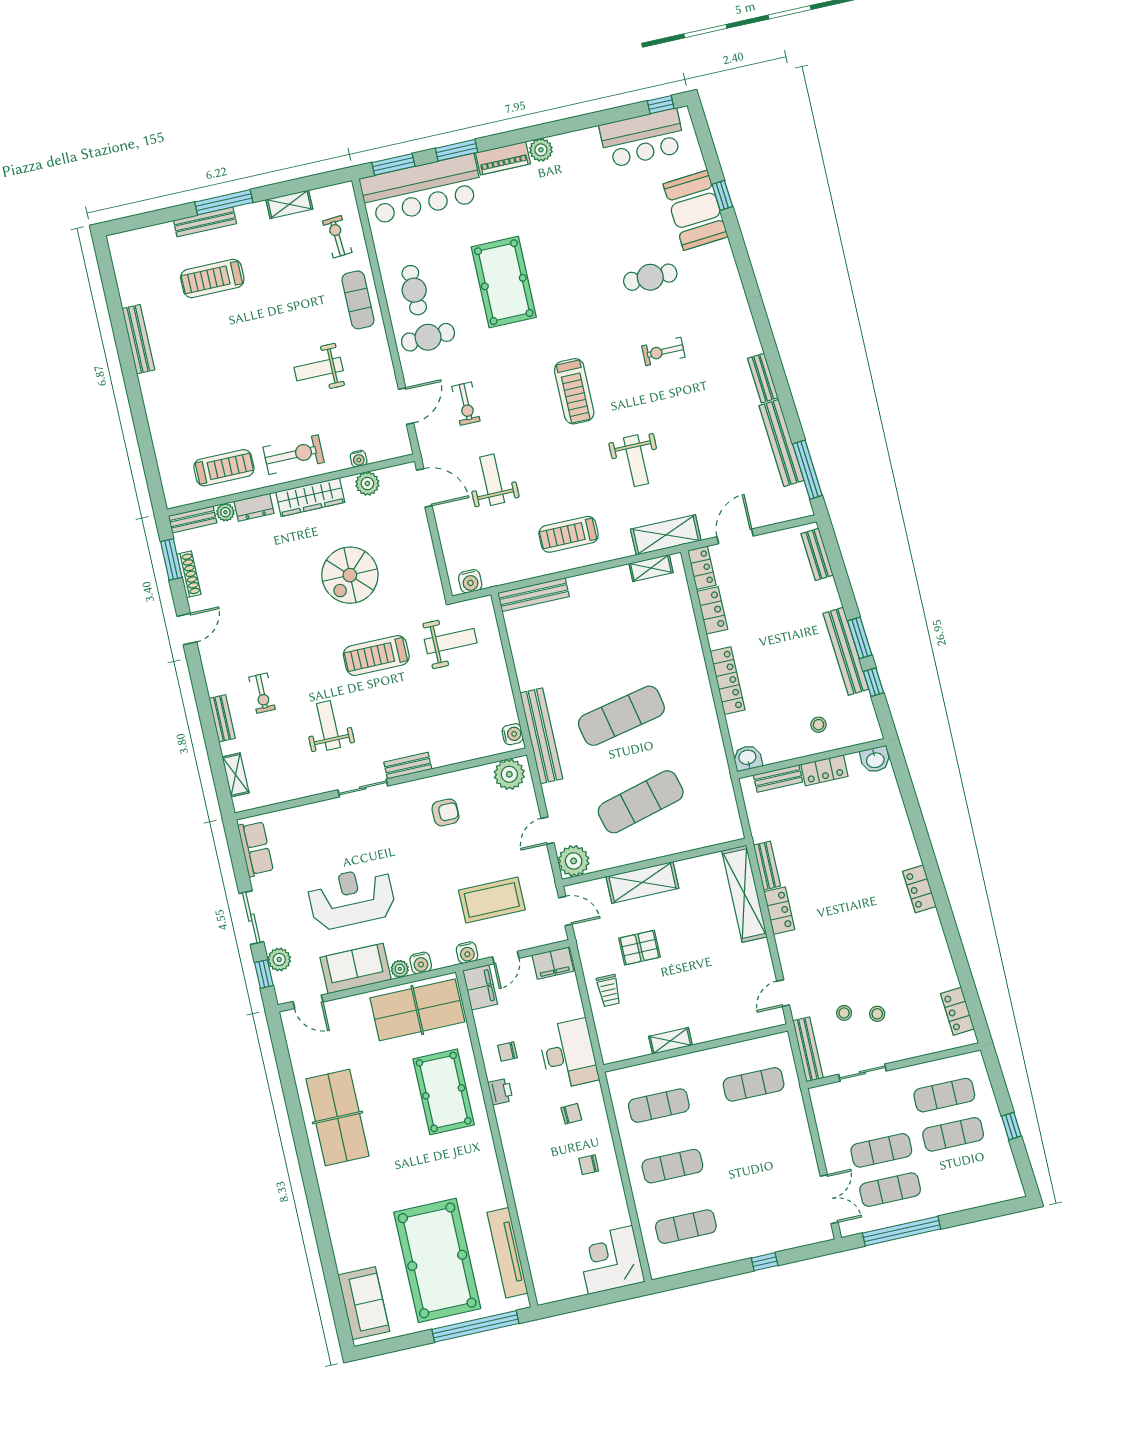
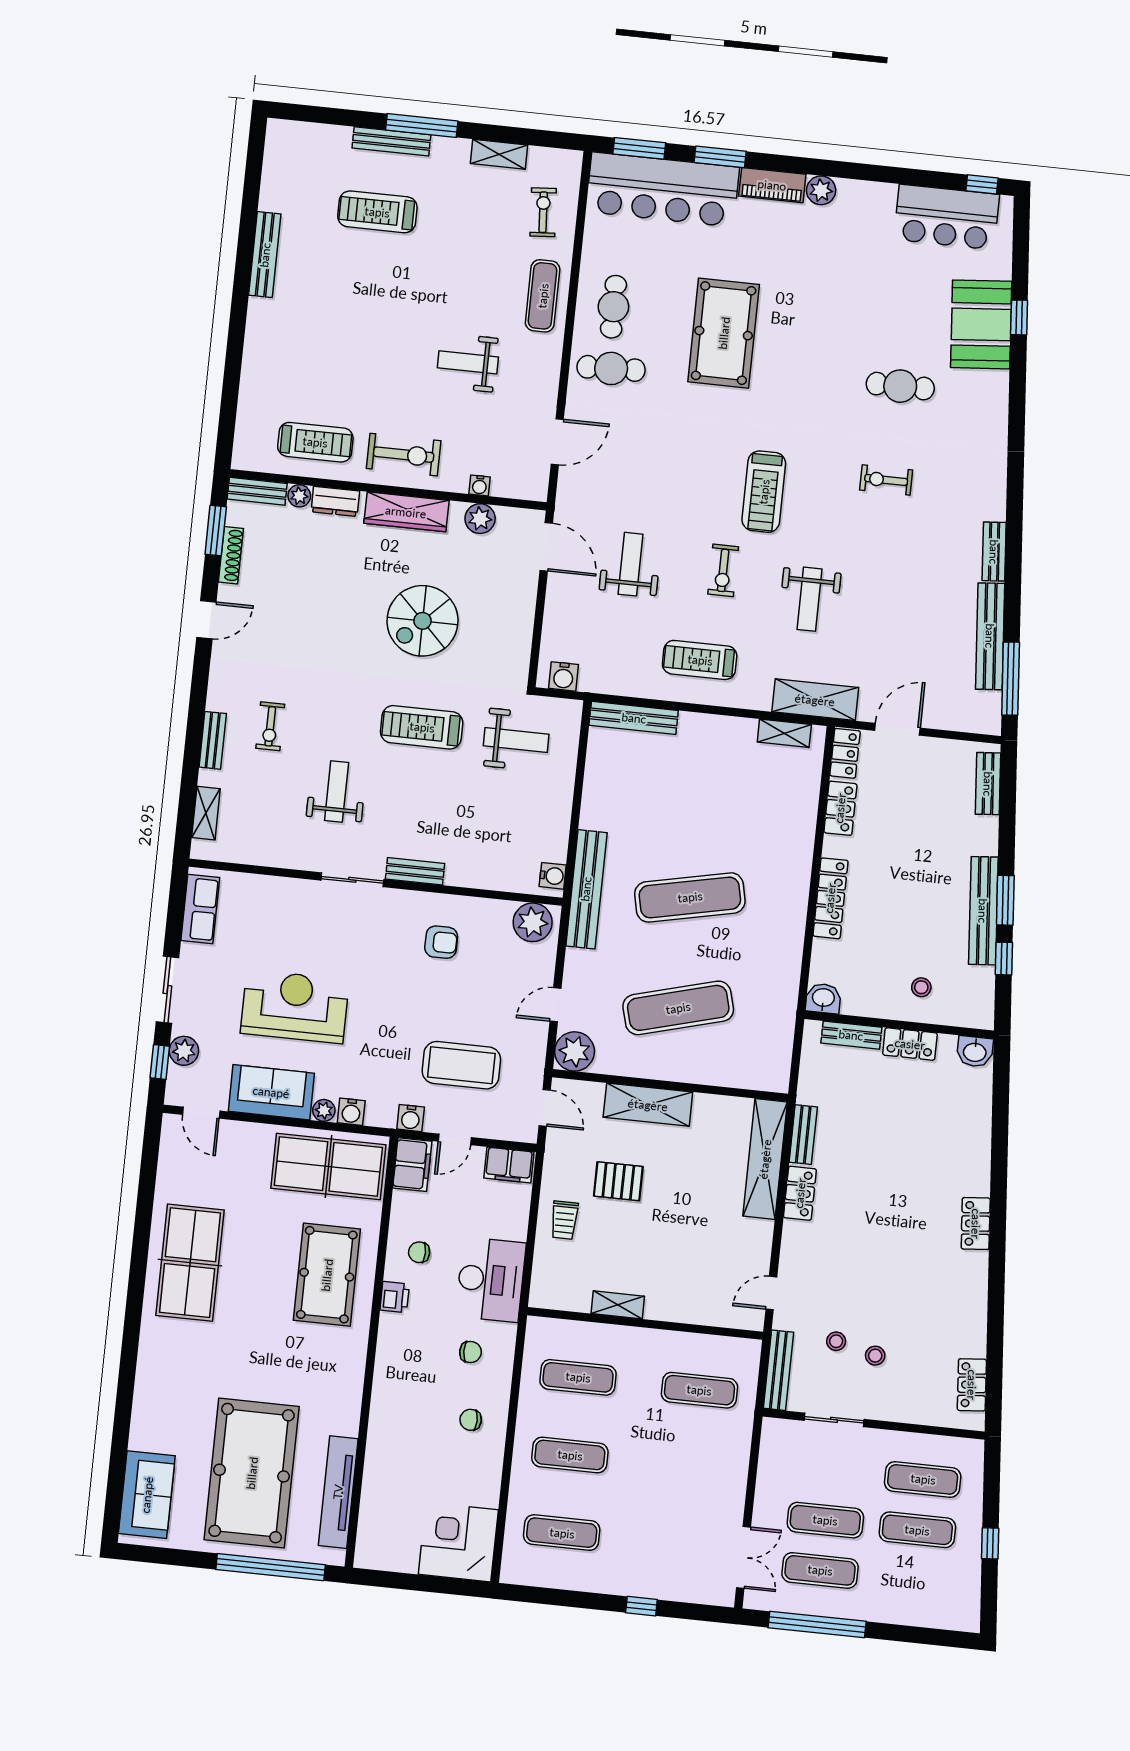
exercise bike: (466, 404) -> (723, 570), moved

